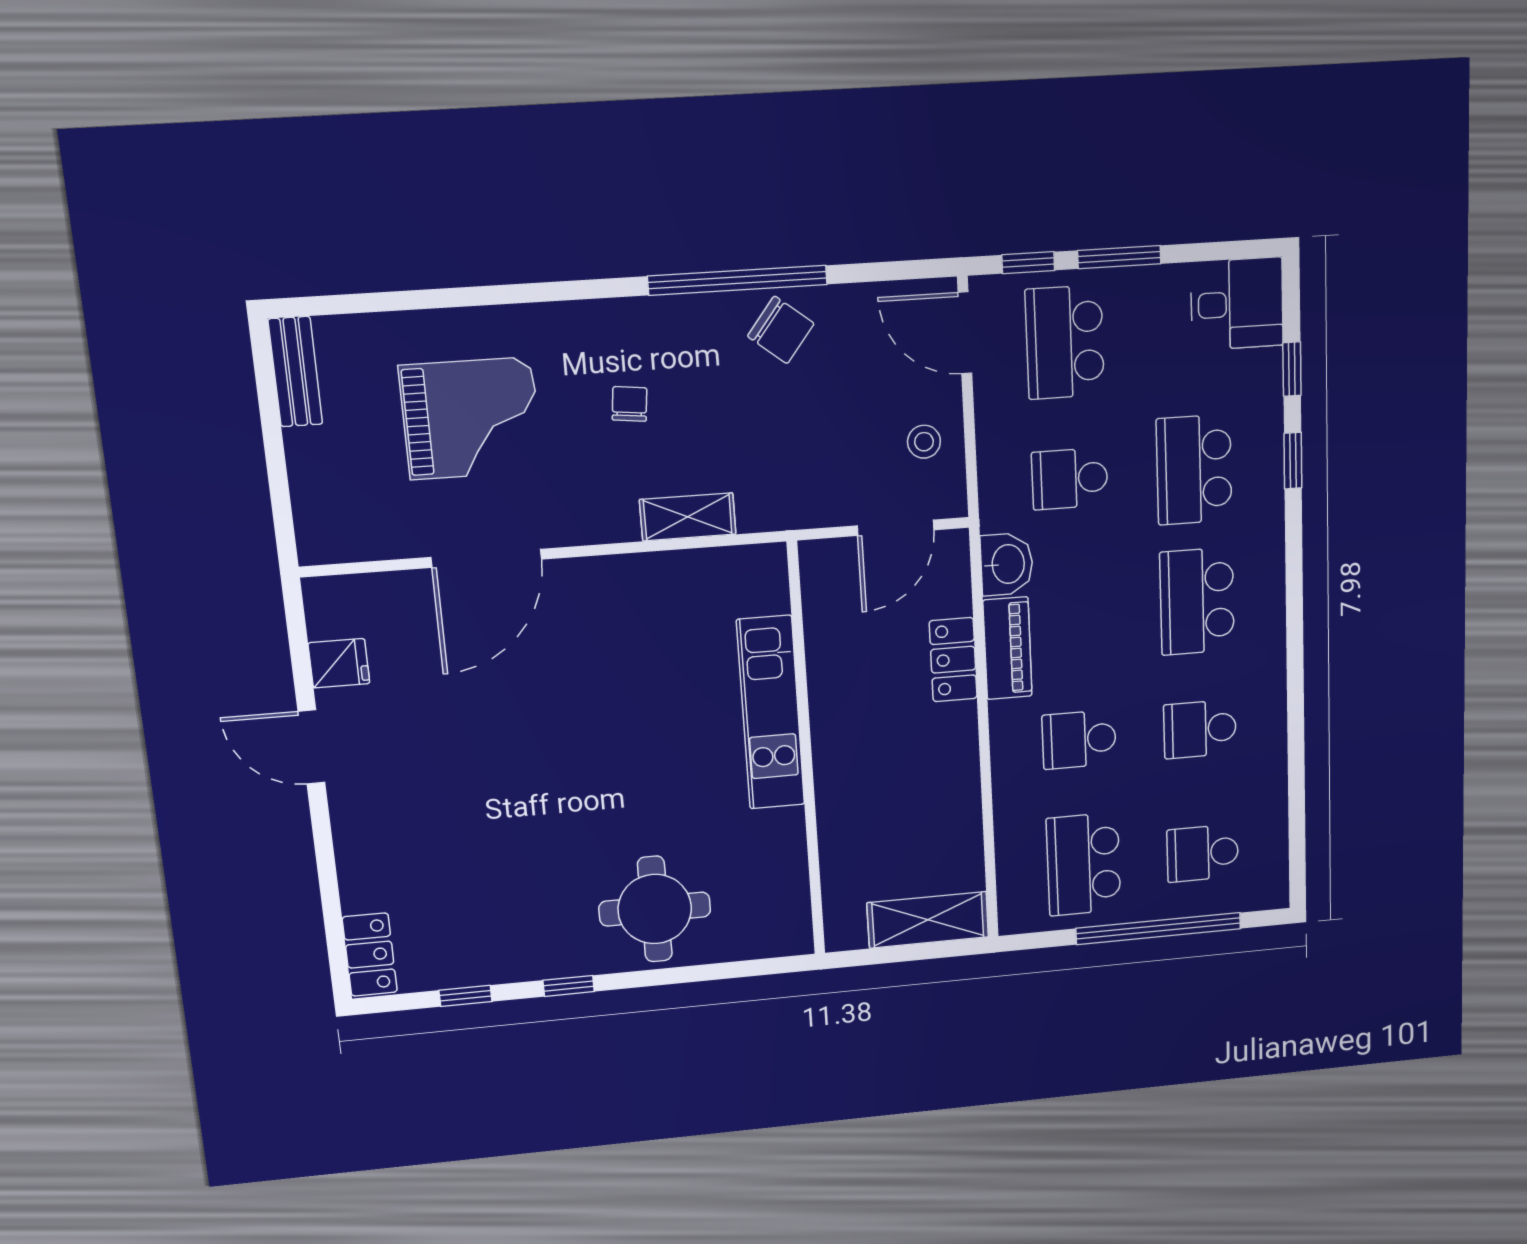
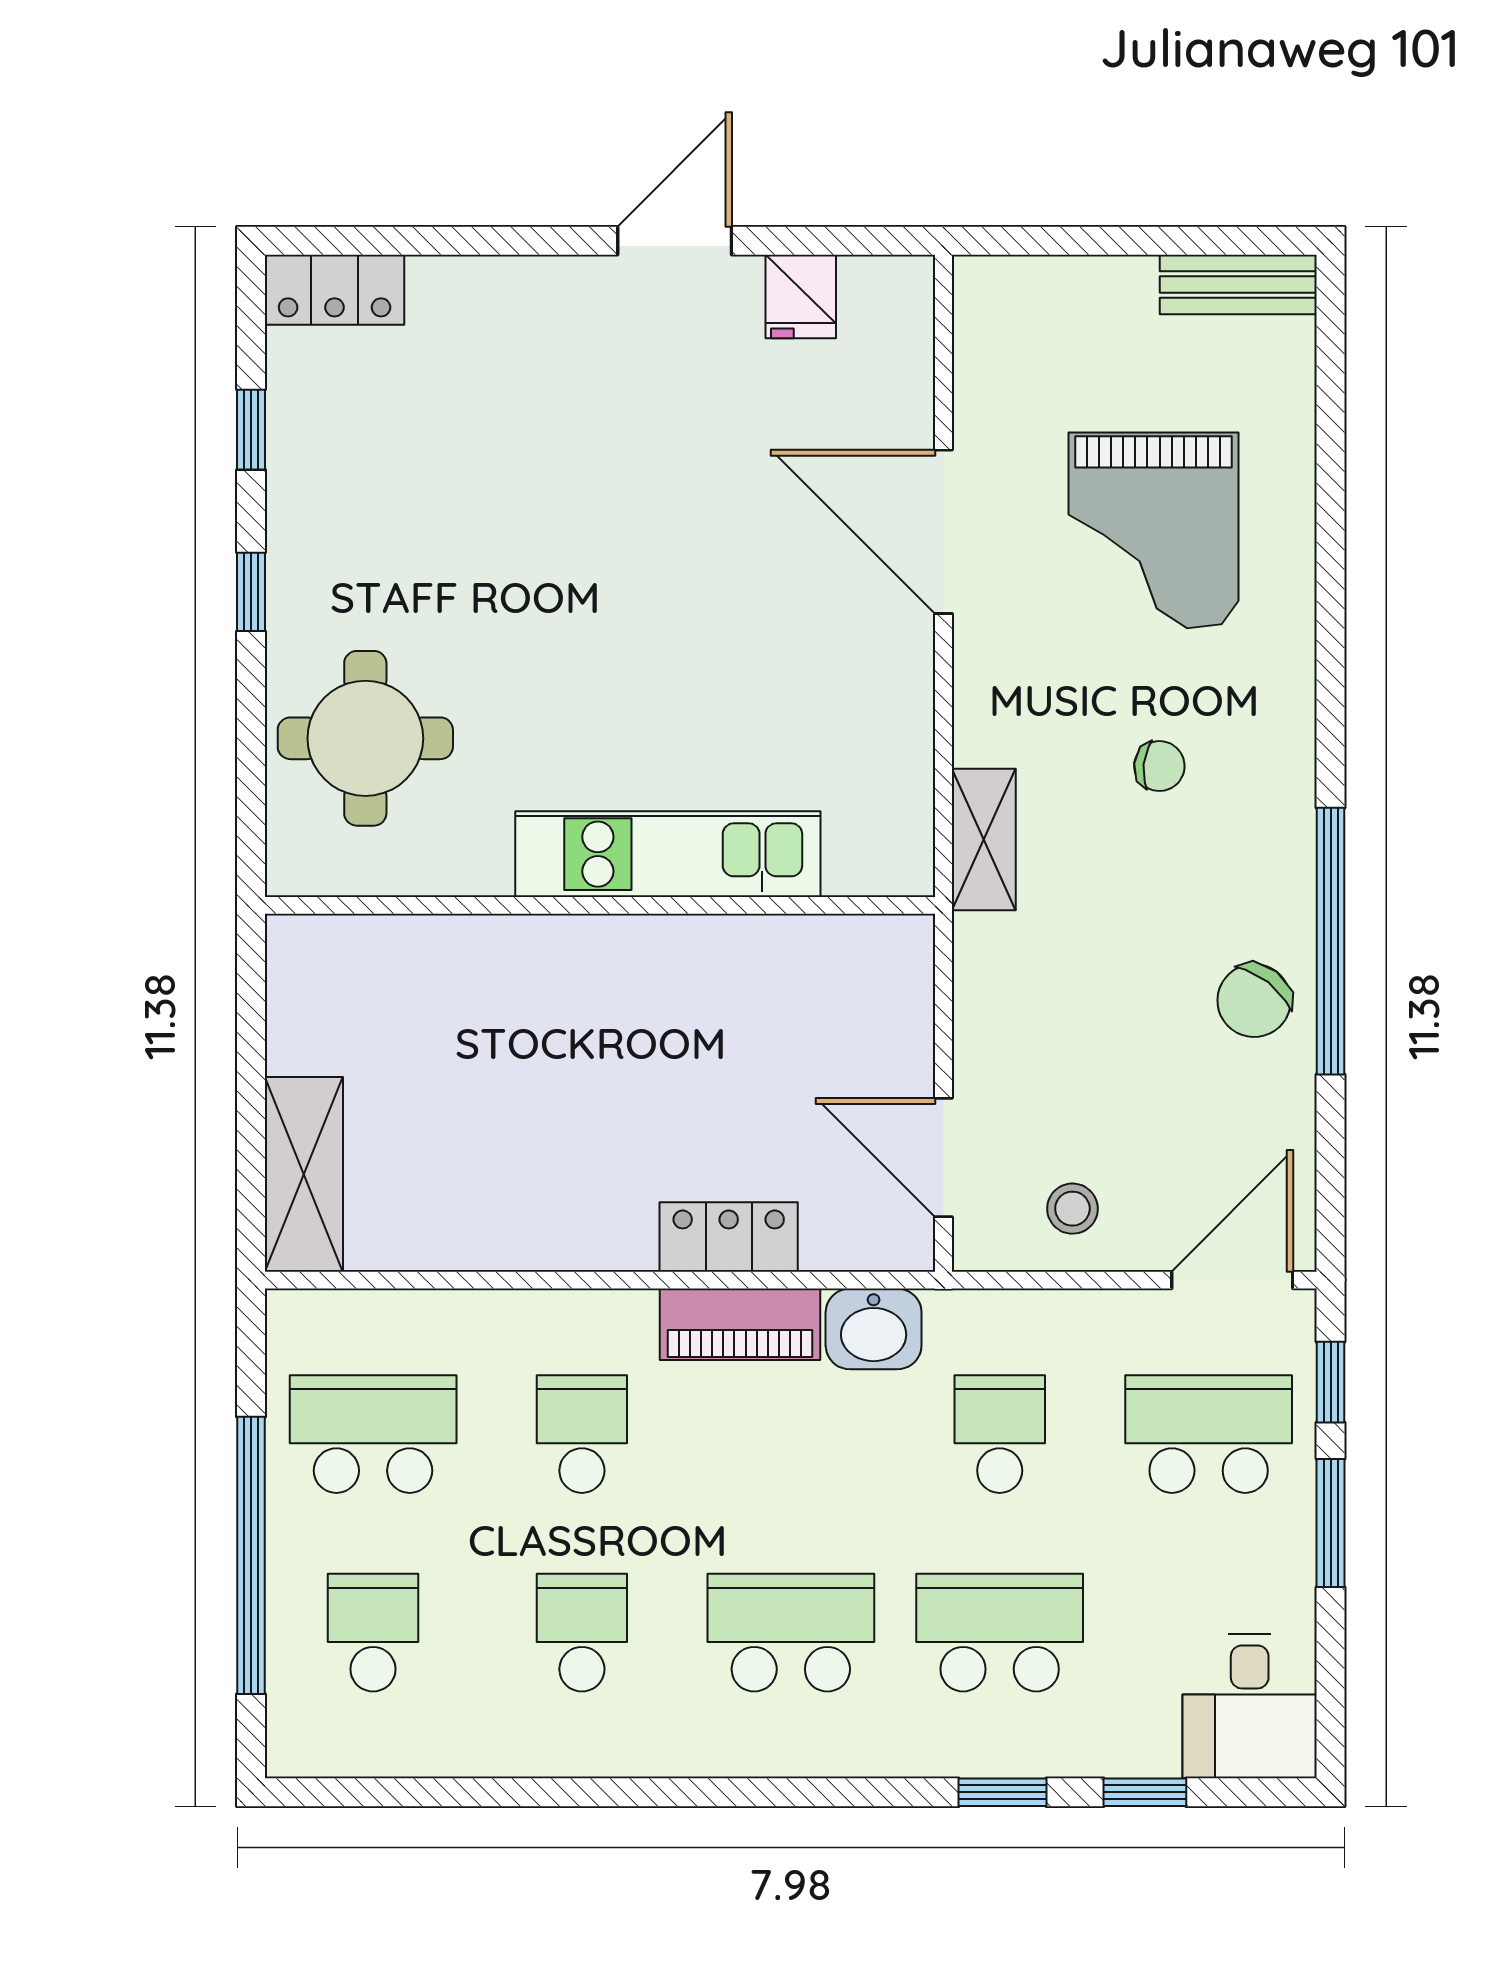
kitchen unit: (771, 713) -> (668, 854), moved
wall: (806, 752) -> (600, 905), moved

